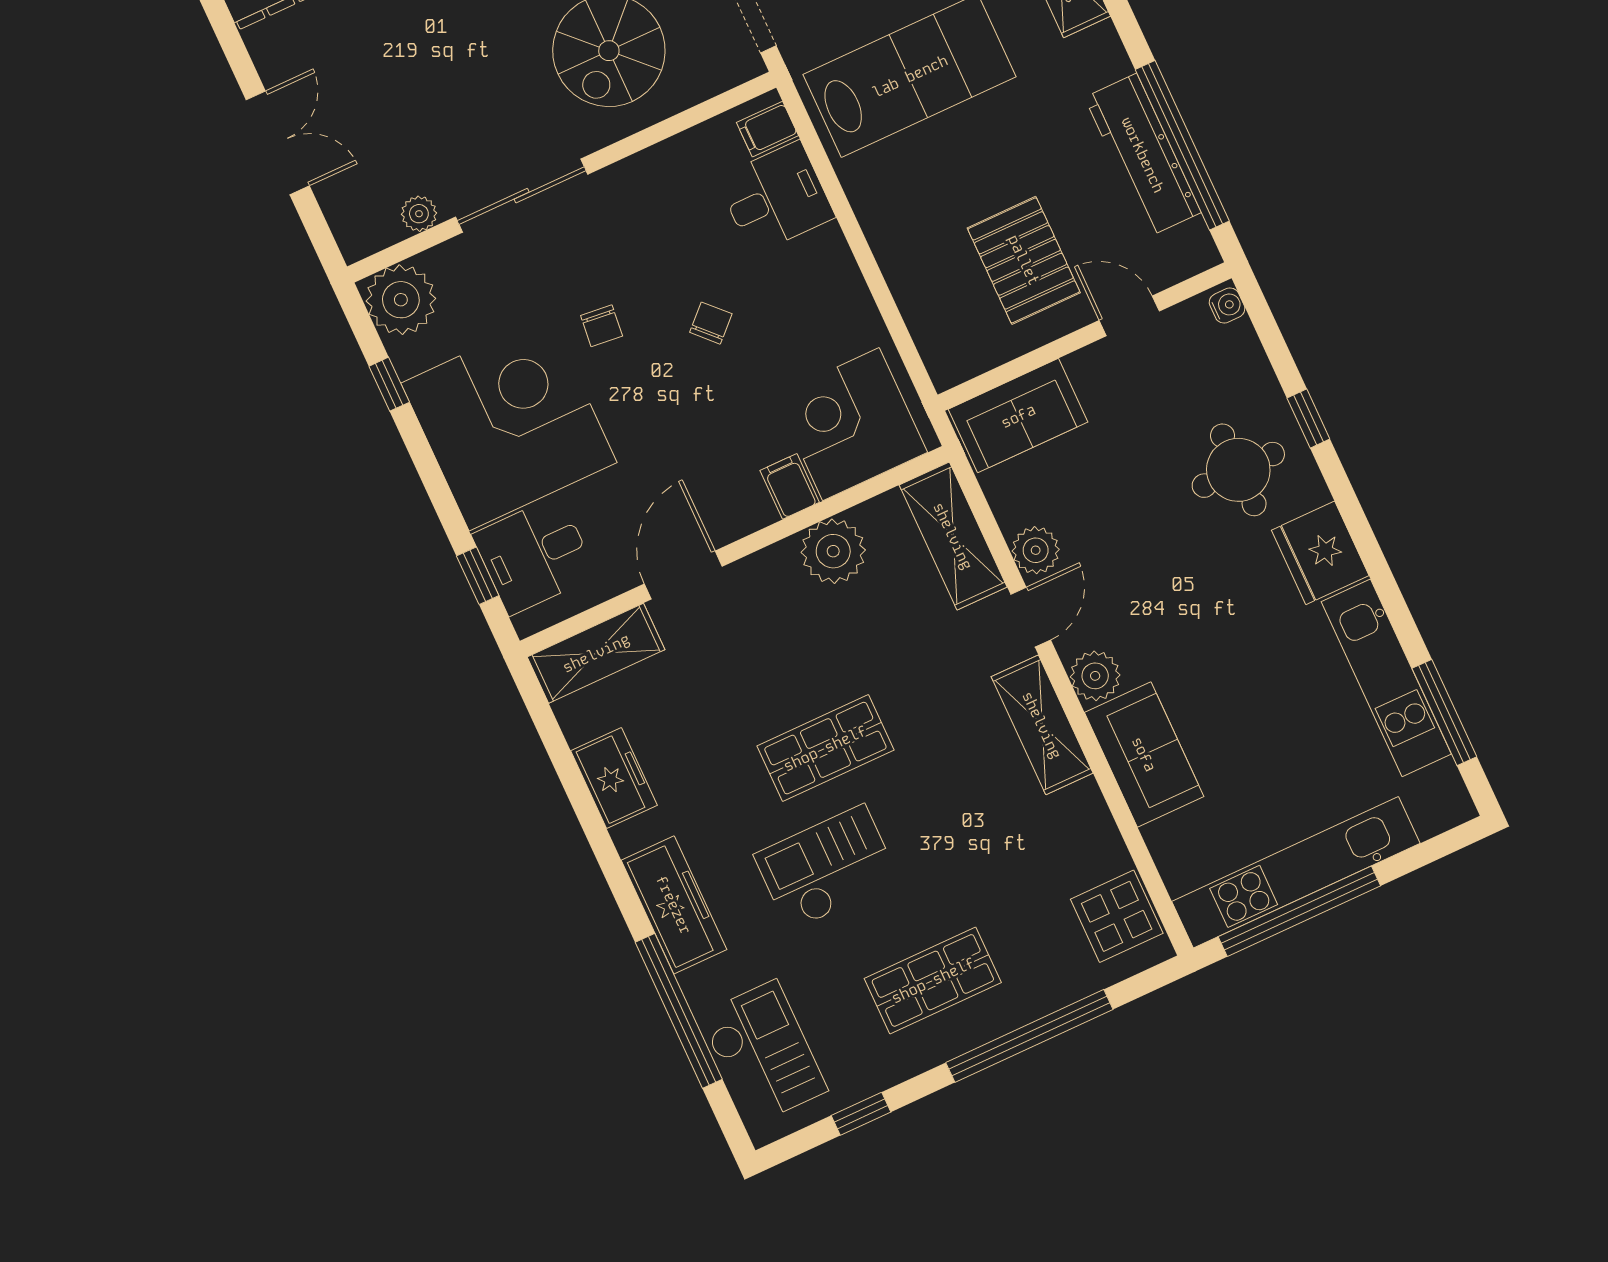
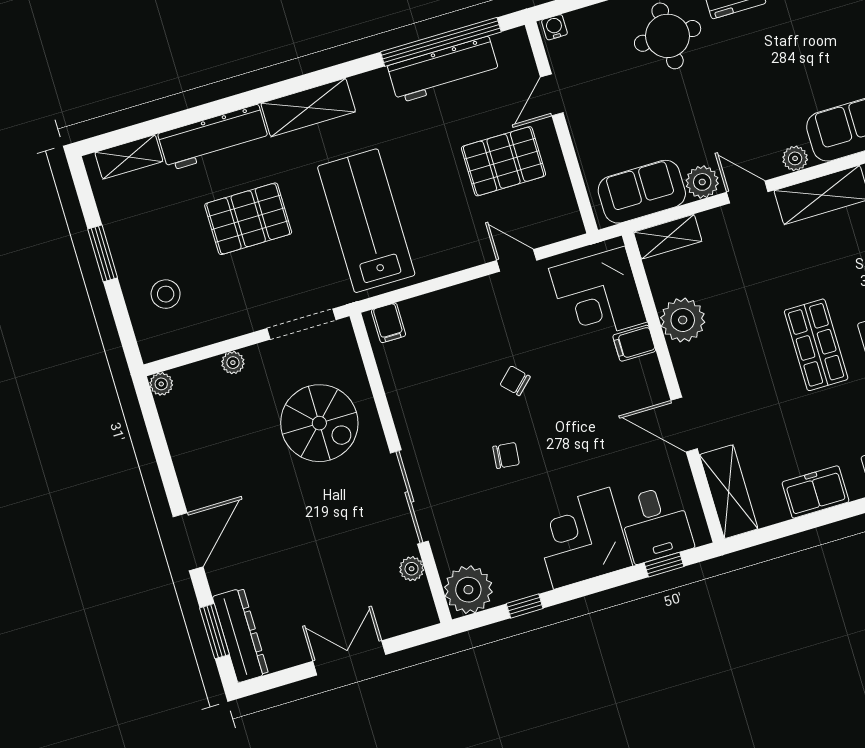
desk: (776, 198) -> (436, 324), removed
door: (884, 300) -> (517, 260), added
sofa: (1018, 416) -> (642, 192), moved, turned -90
corner desk: (509, 423) -> (582, 538), width x0.74, depth x0.74
shelving: (953, 536) -> (668, 237), width x0.67, depth x0.75
plant: (1095, 676) -> (795, 158), width x0.73, depth x0.73

